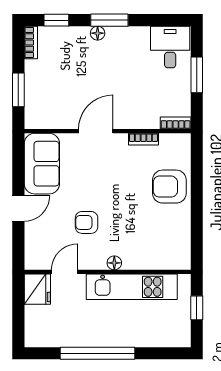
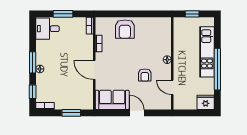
kitchen unit: (132, 287) -> (207, 52), moved, turned 180
fridge: (37, 289) -> (206, 102), moved

